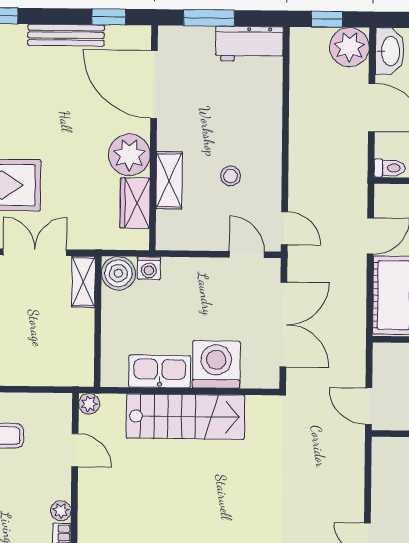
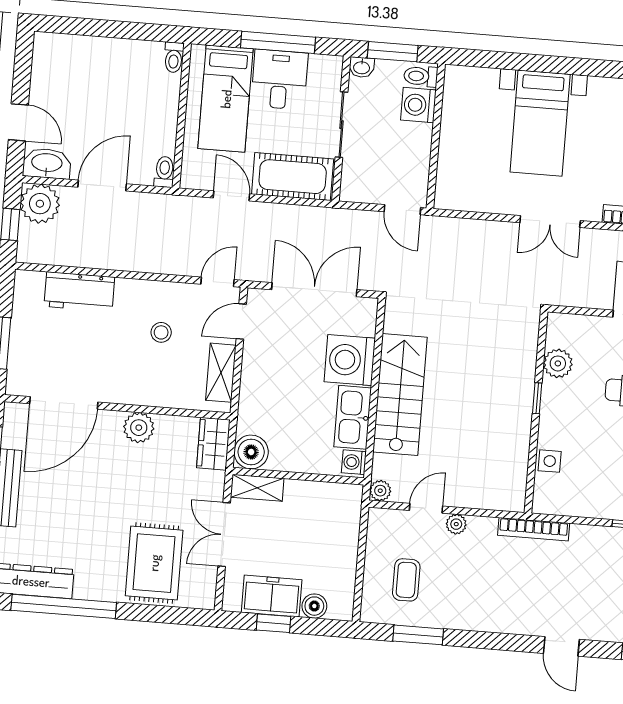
workbench: (249, 44) -> (79, 292), moved, turned 90
plant: (129, 155) -> (139, 428), width x0.73, depth x0.73
shelving: (169, 180) -> (221, 373), moved, turned 90
wardrobe: (135, 203) -> (213, 444), moved, turned 90
washing machine: (149, 268) -> (354, 462), moved, turned 180
door: (369, 406) -> (402, 210), hinge flipped
plant: (61, 511) -> (456, 524), moved

